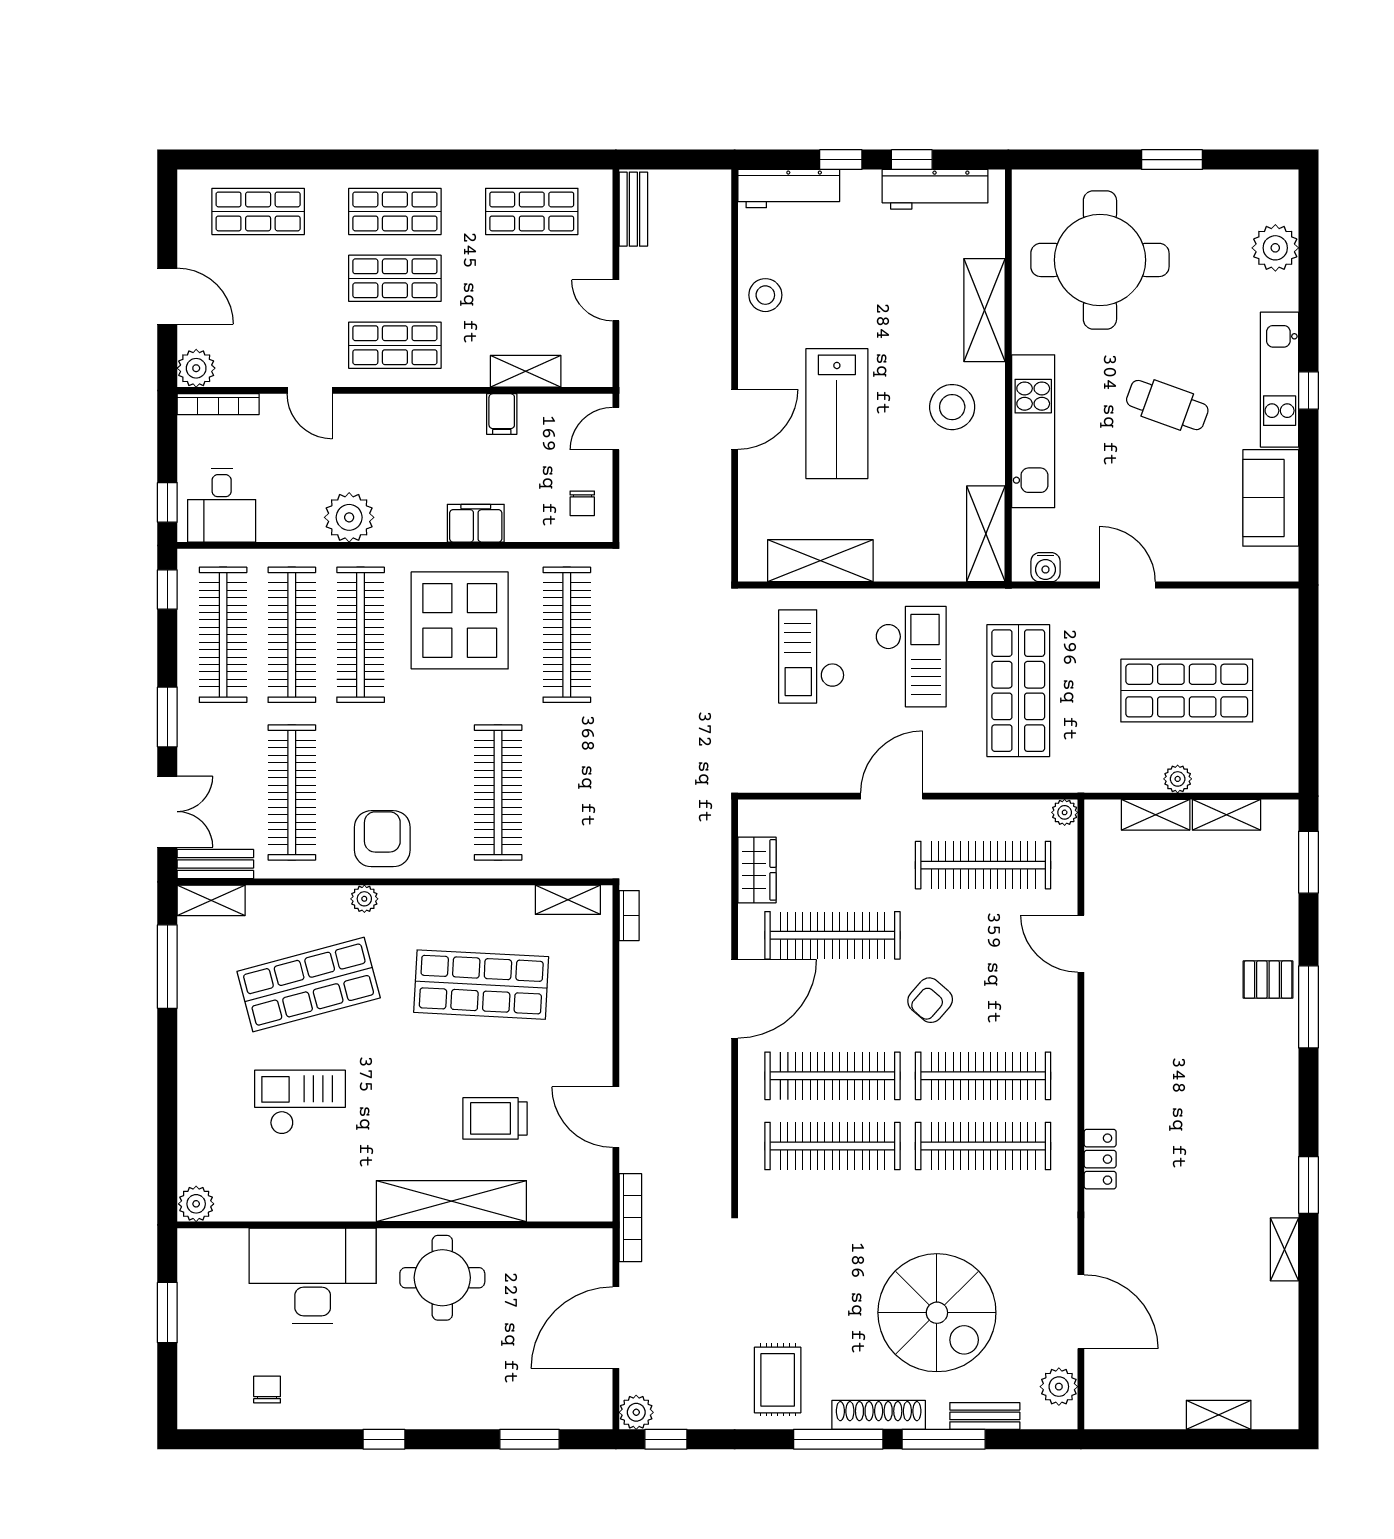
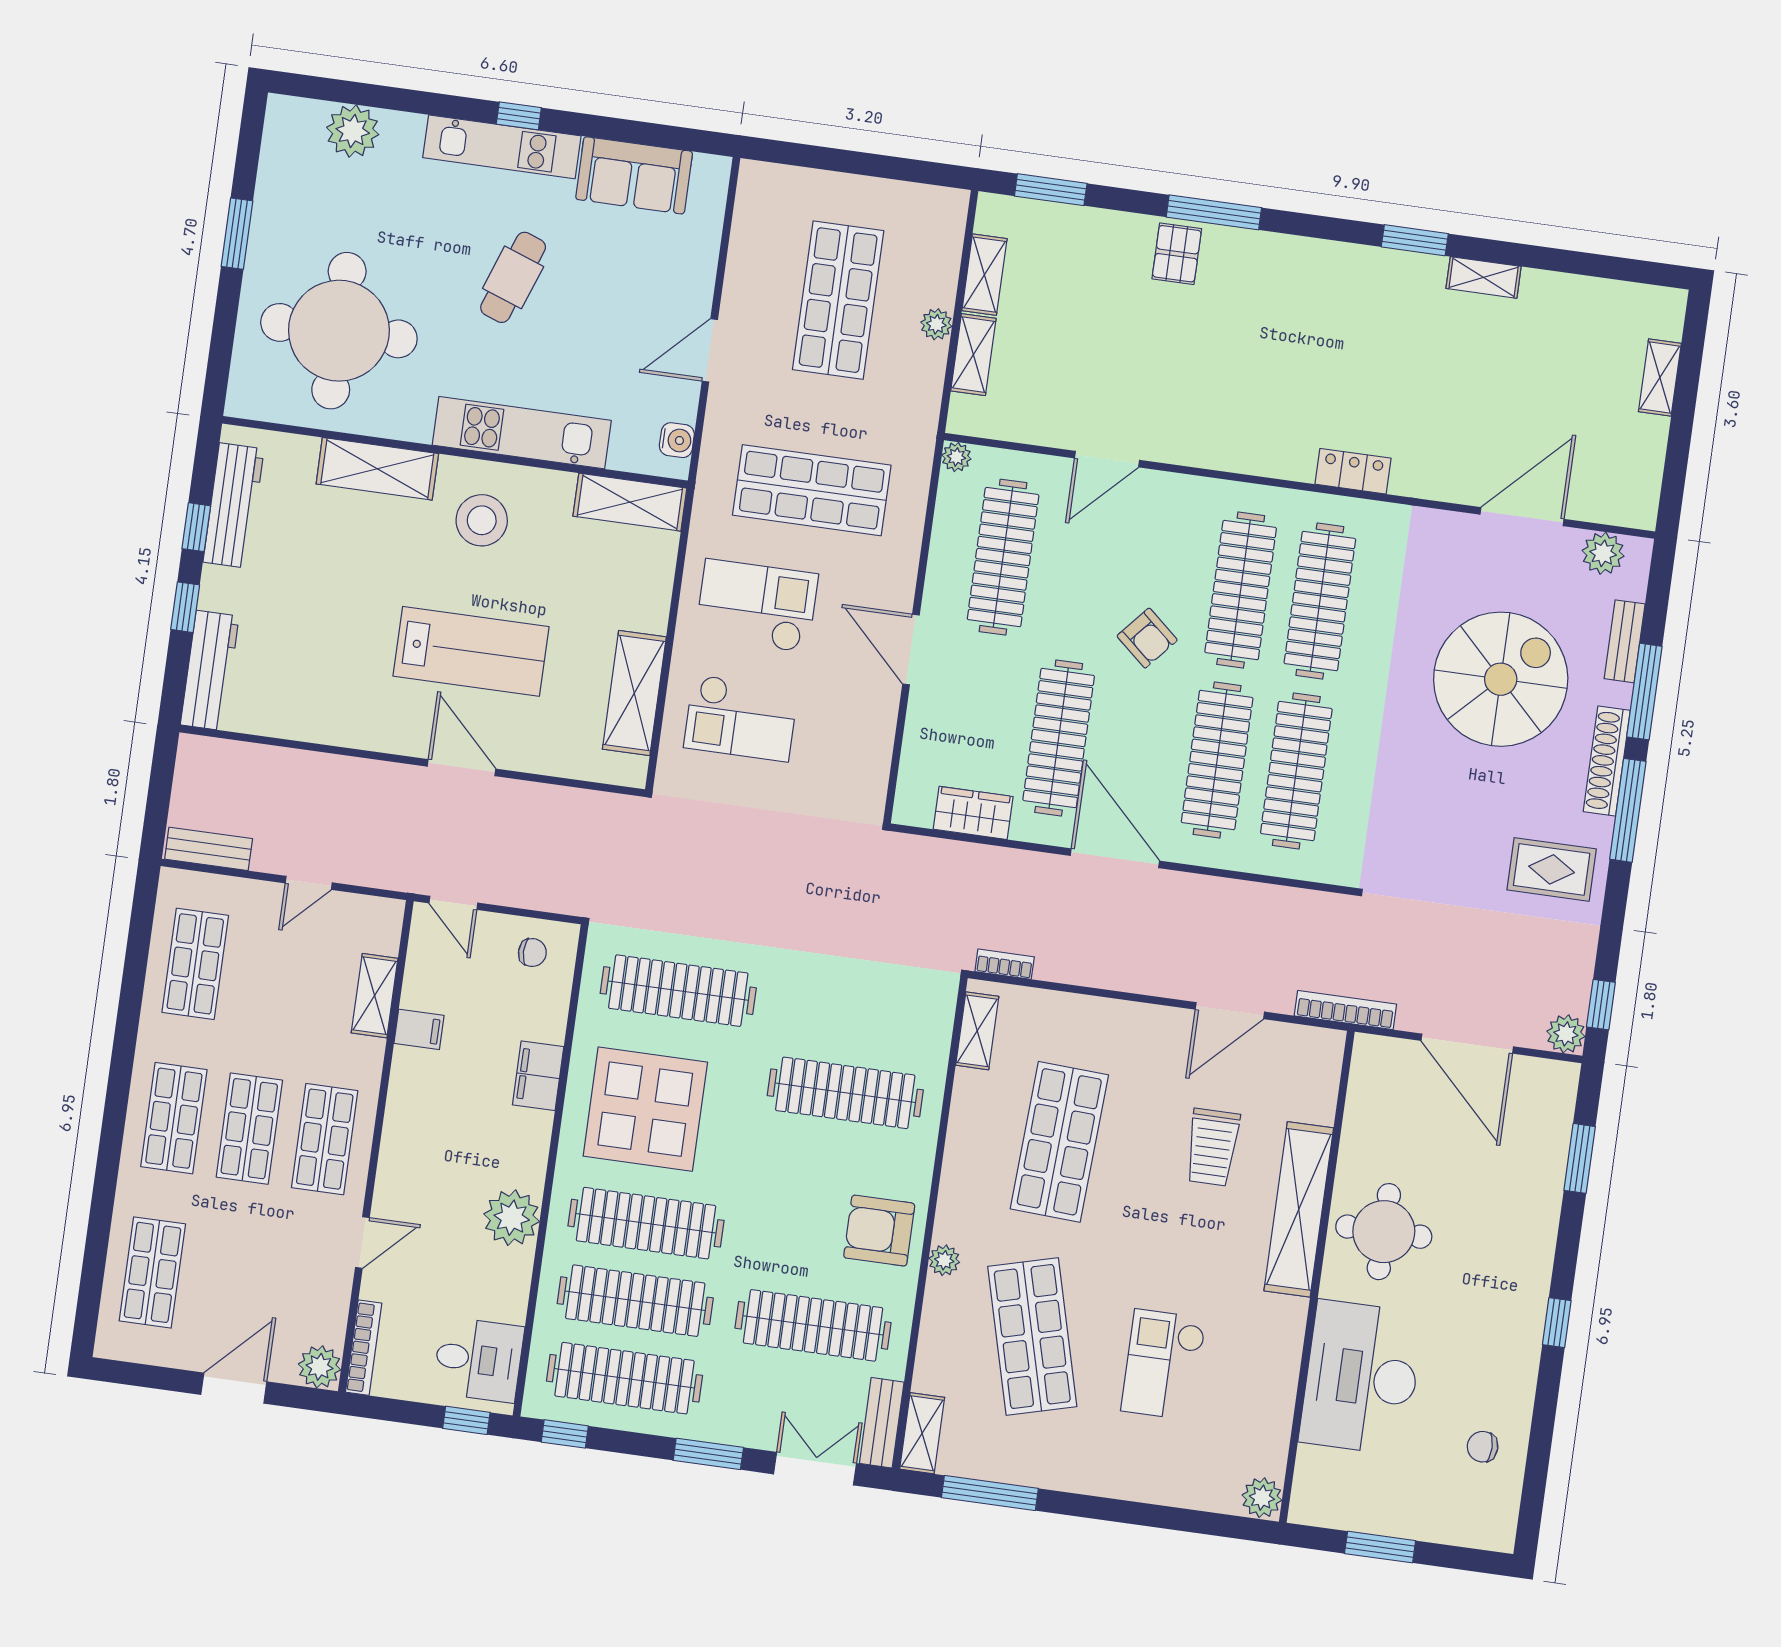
stool: (765, 295) -> (326, 713), removed

